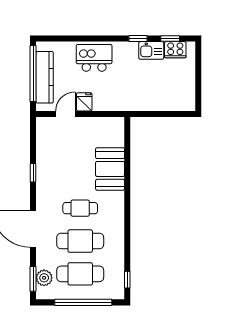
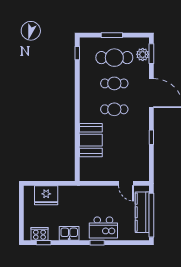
window: (138, 39) -> (97, 243), moved
kitchen sink: (151, 50) -> (69, 233), moved
fridge: (84, 102) -> (46, 195), moved, width x1.88, depth x1.34
door: (65, 114) -> (126, 183), hinge flipped
cafe table: (80, 241) -> (114, 83), width x0.73, depth x0.74
window: (83, 302) -> (112, 35), width x0.47

